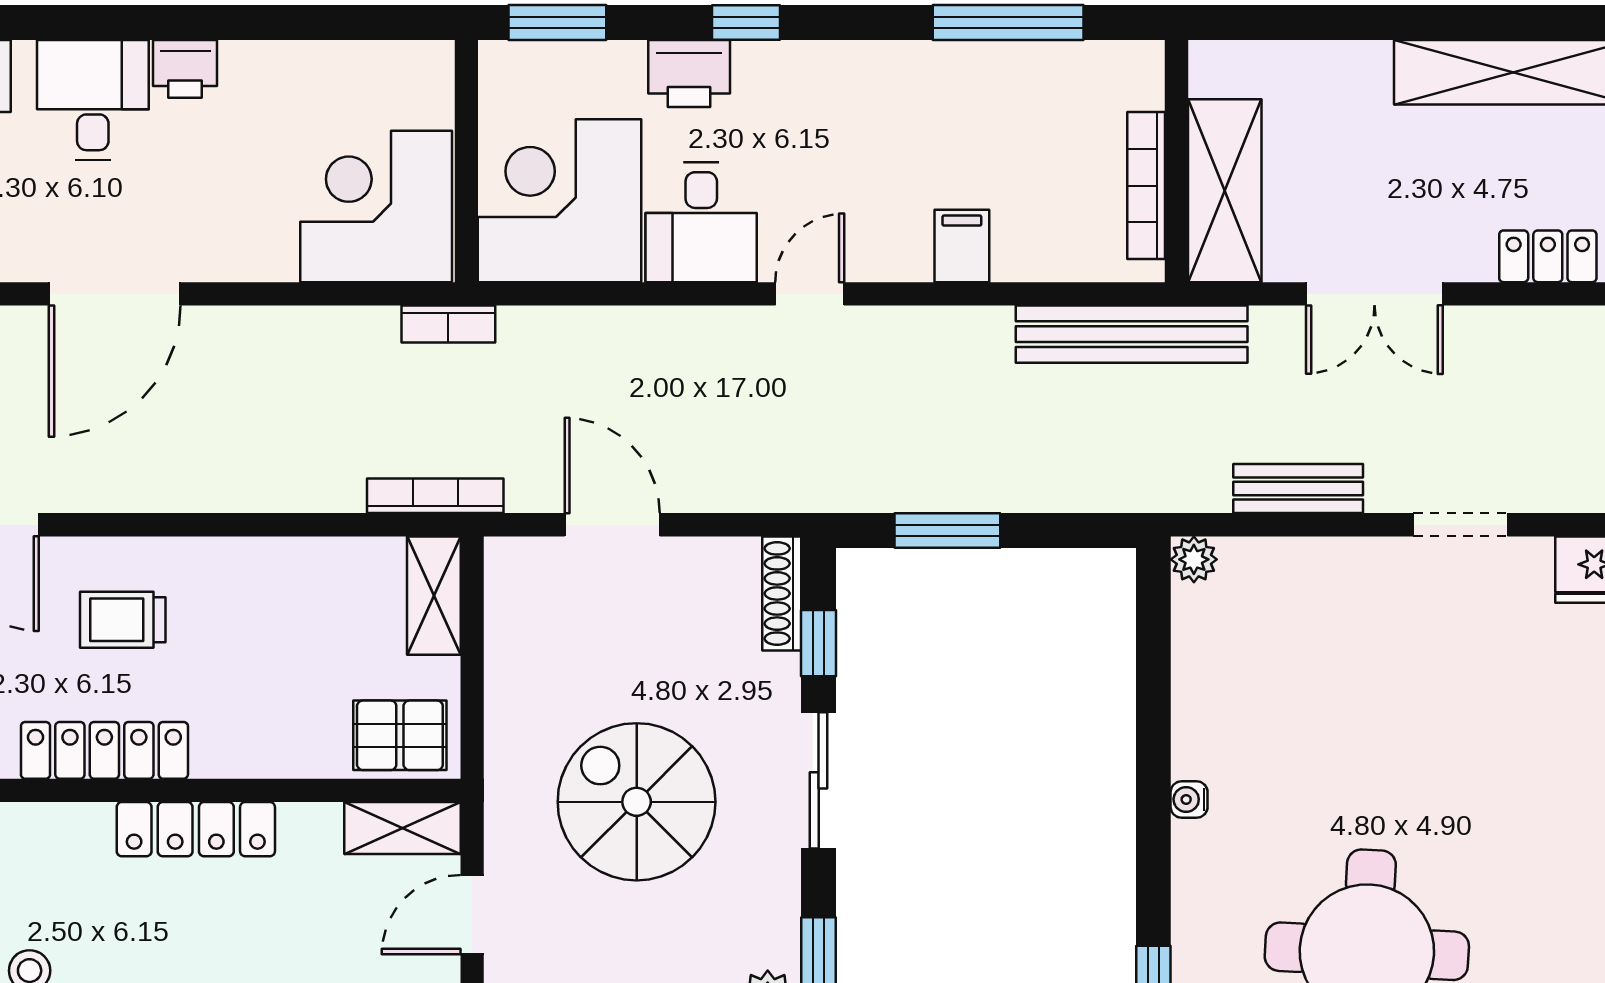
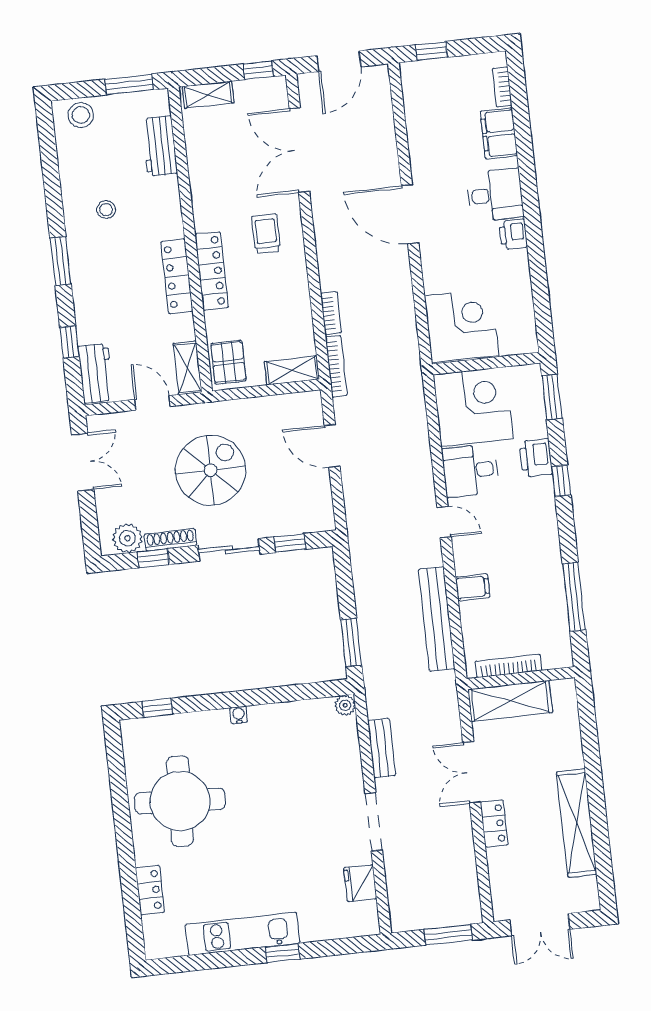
locker: (1548, 256) -> (494, 824), moved
bookcase: (448, 324) -> (331, 313), moved, turned 180
bench: (1132, 334) -> (437, 619), moved
door: (612, 525) -> (332, 446), swing flipped
doorway: (1460, 525) -> (374, 822), width x1.38
window: (947, 531) -> (351, 642), moved
shoe rack: (782, 593) -> (170, 540), moved
locker: (104, 750) -> (212, 271), moved

